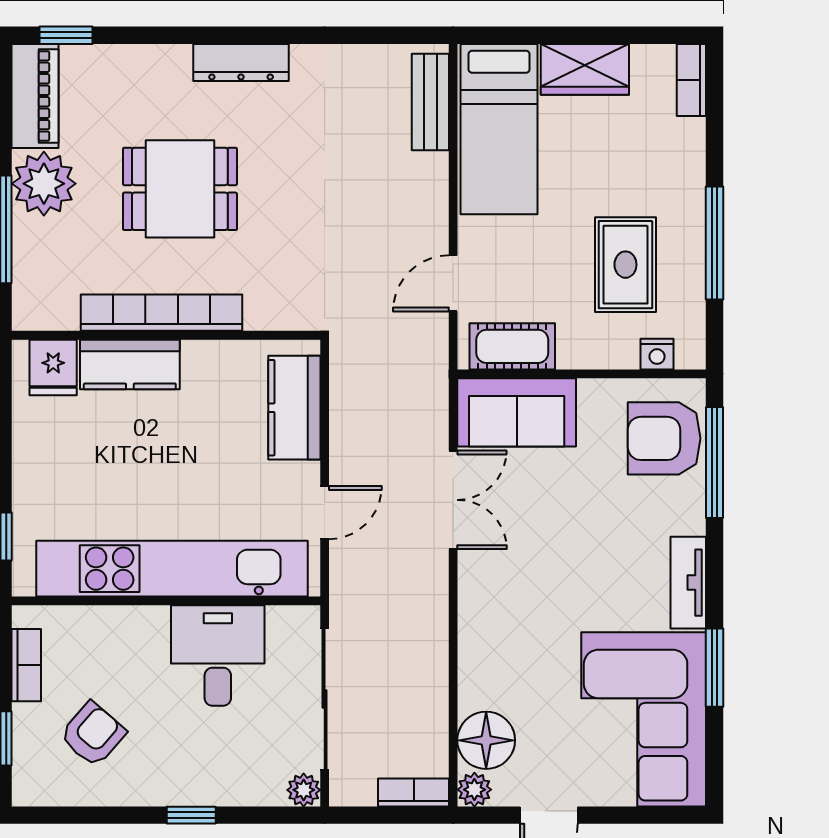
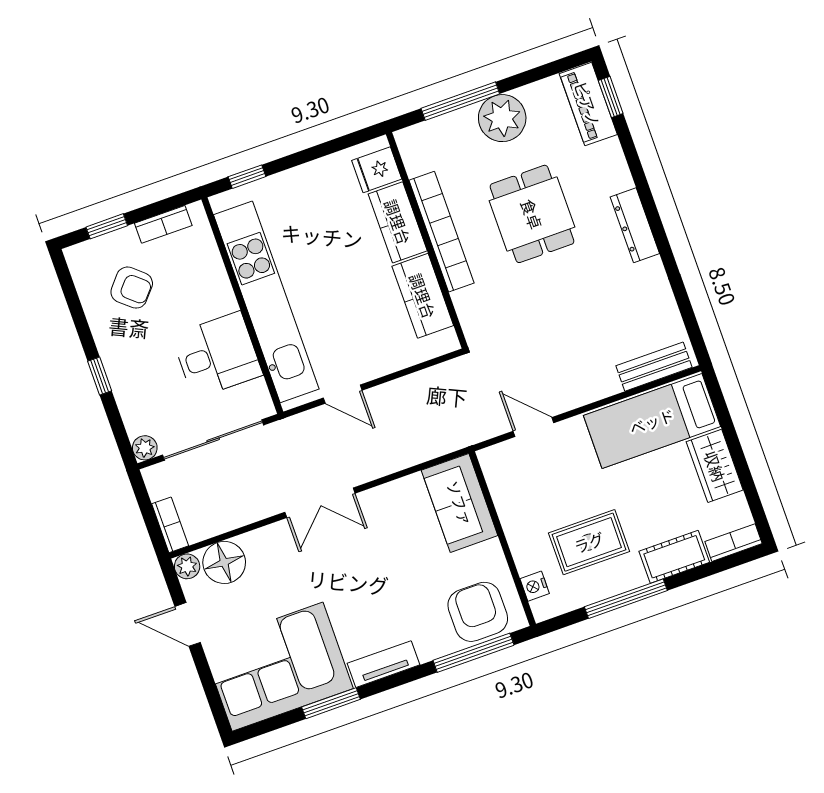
piano: (35, 96) -> (588, 104), moved, turned 90
cot: (512, 346) -> (674, 557), moved, turned 90
kitchen counter: (294, 408) -> (423, 296), moved, turned -90
double door: (453, 500) -> (320, 503), moved

